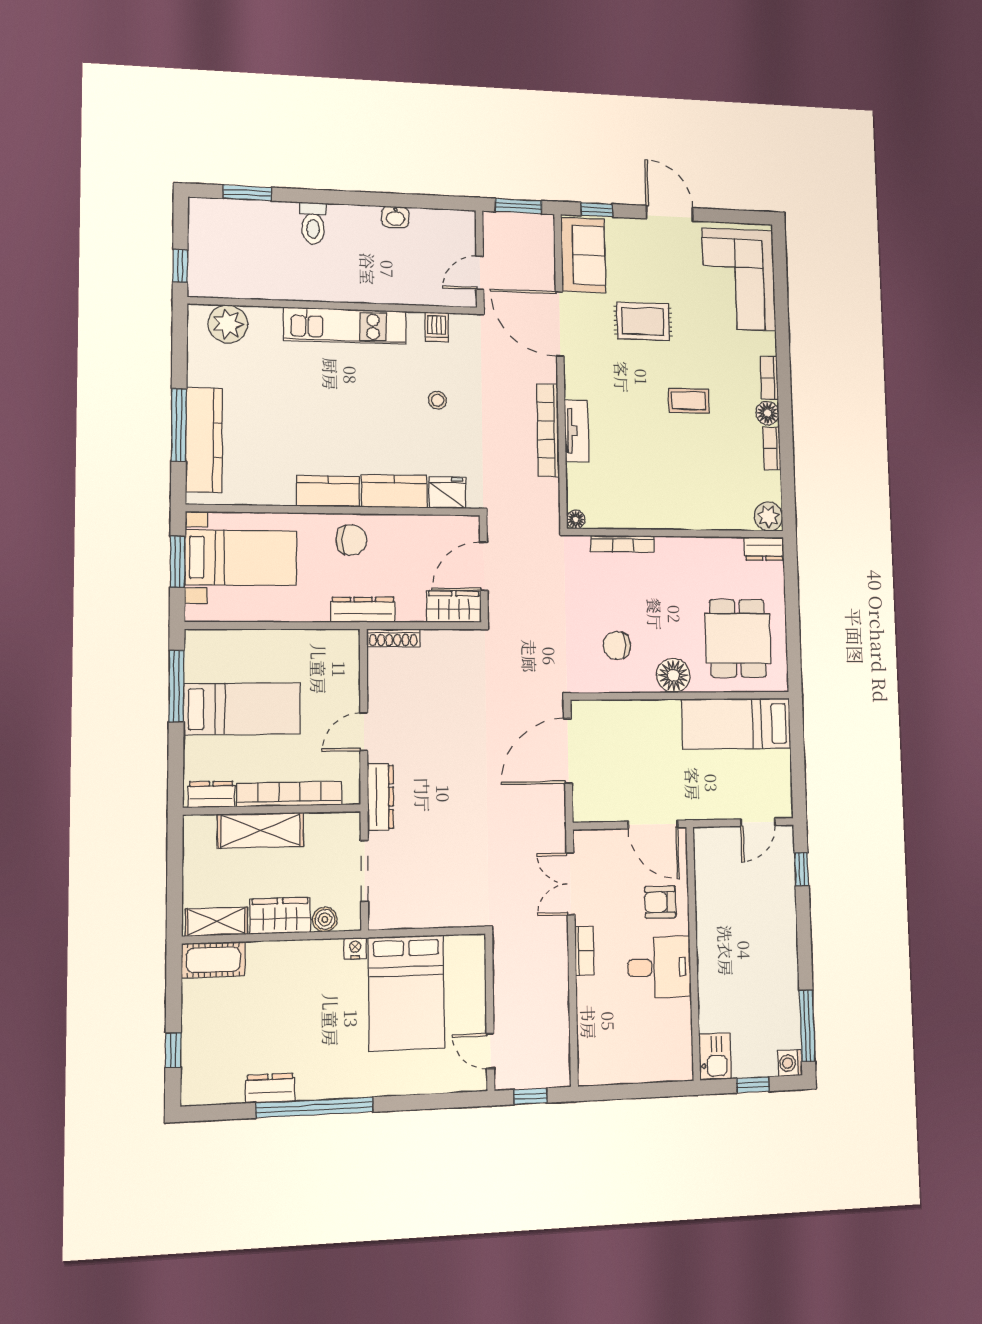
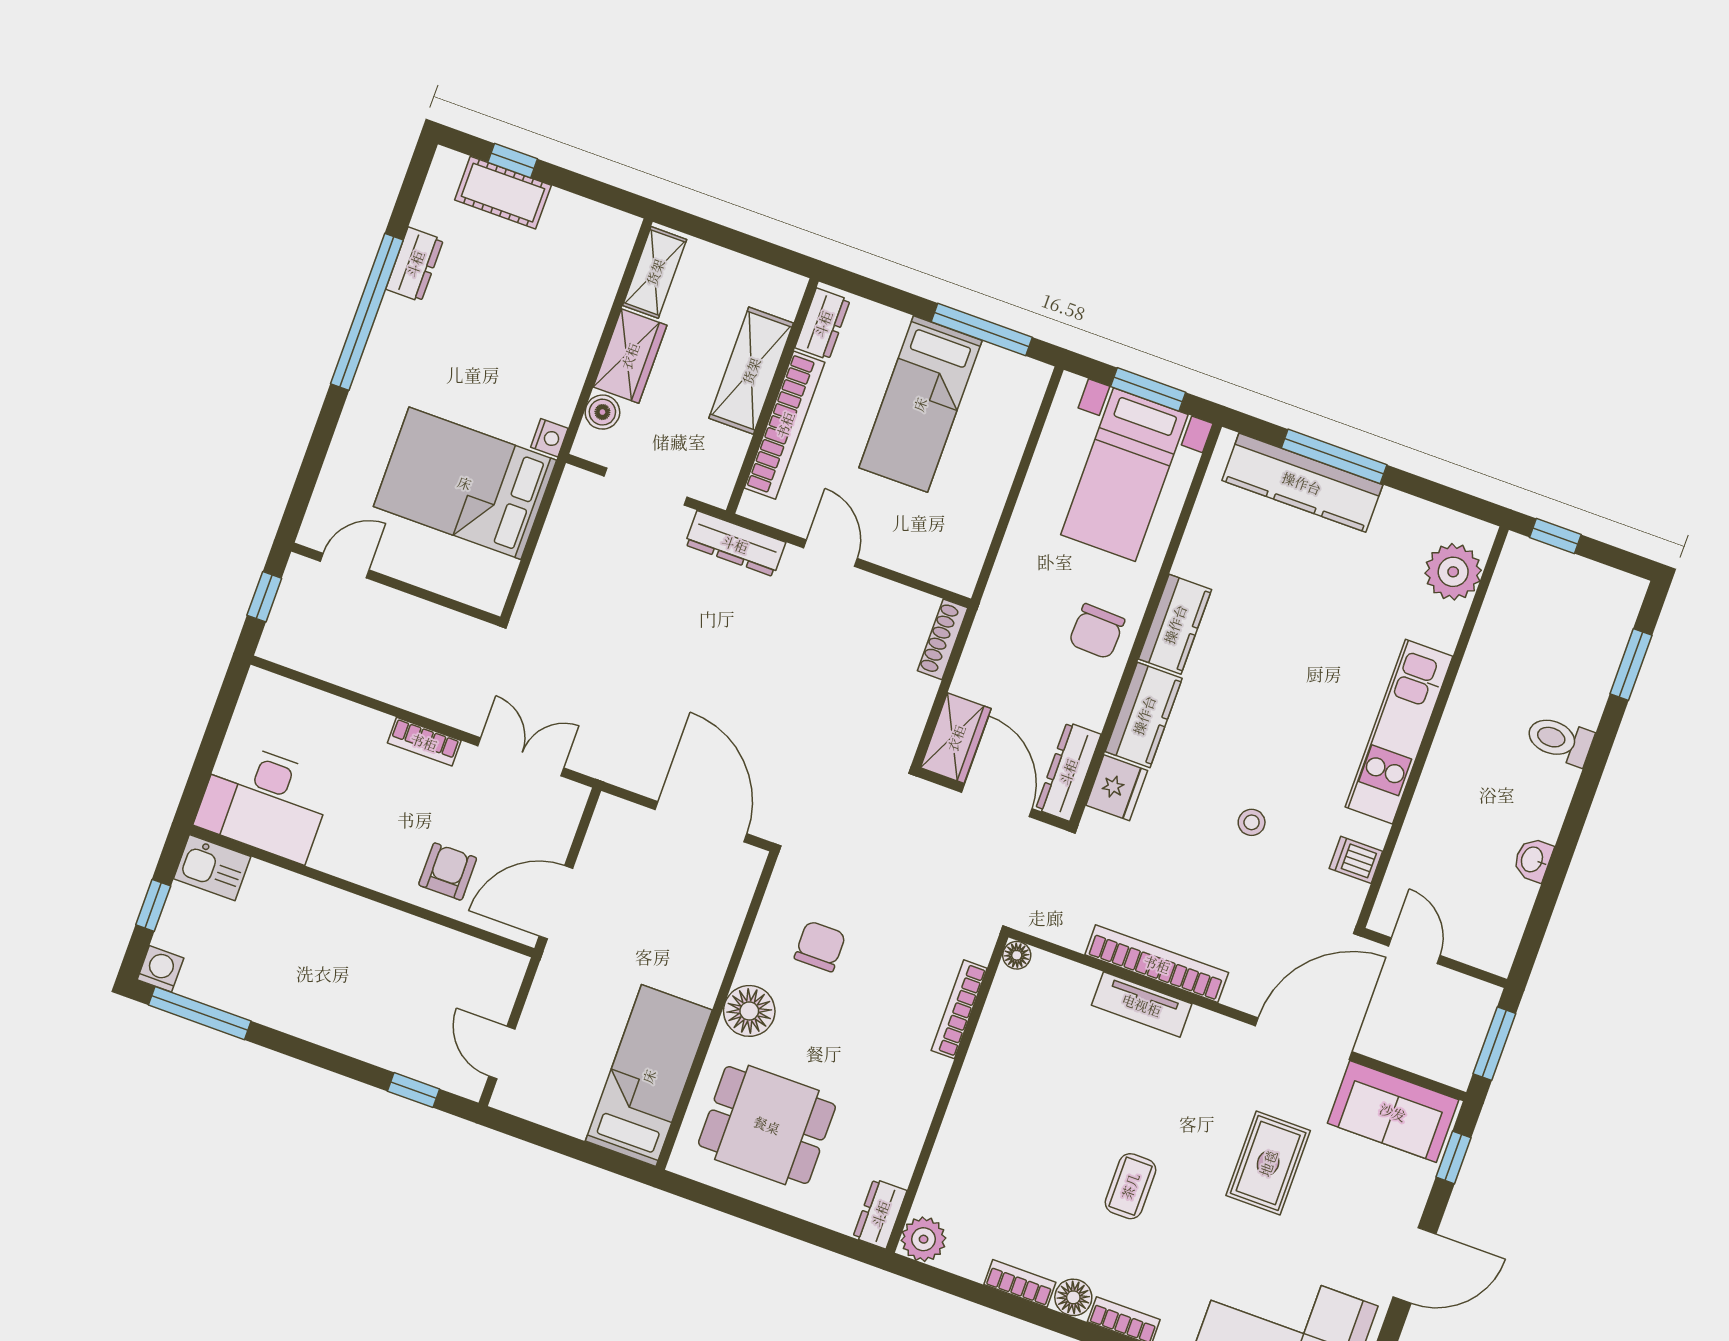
dresser: (363, 610) -> (1068, 772), moved, turned 180
cot: (213, 960) -> (503, 193), moved, turned 90
desk: (659, 967) -> (264, 801), moved, width x1.37

